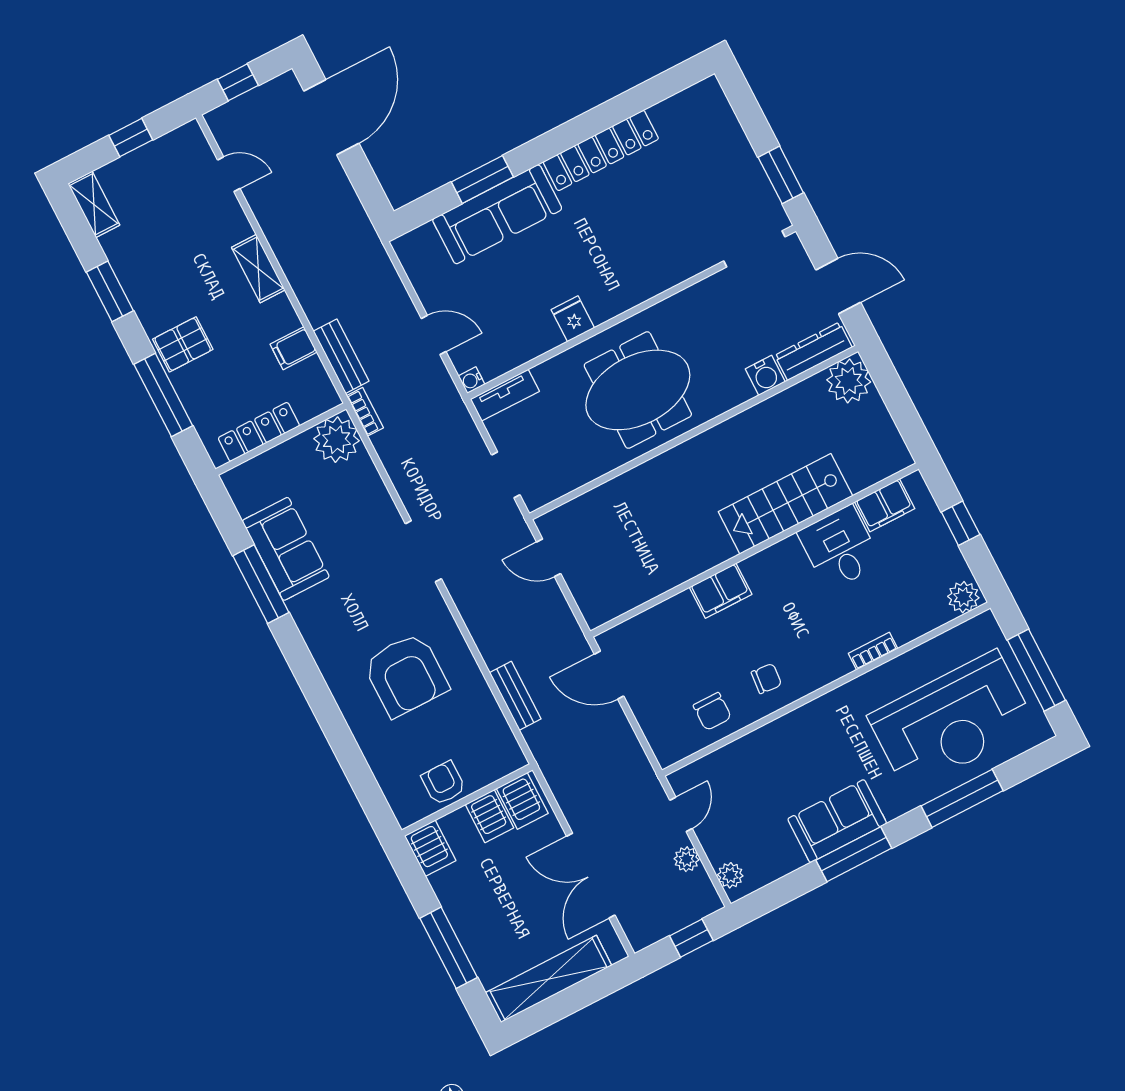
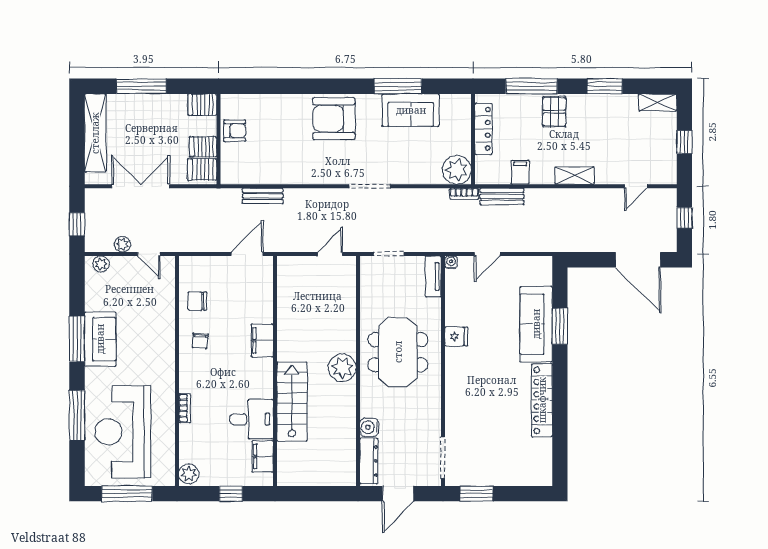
plant: (849, 381) -> (342, 368), moved
armchair: (406, 675) -> (334, 119), moved

